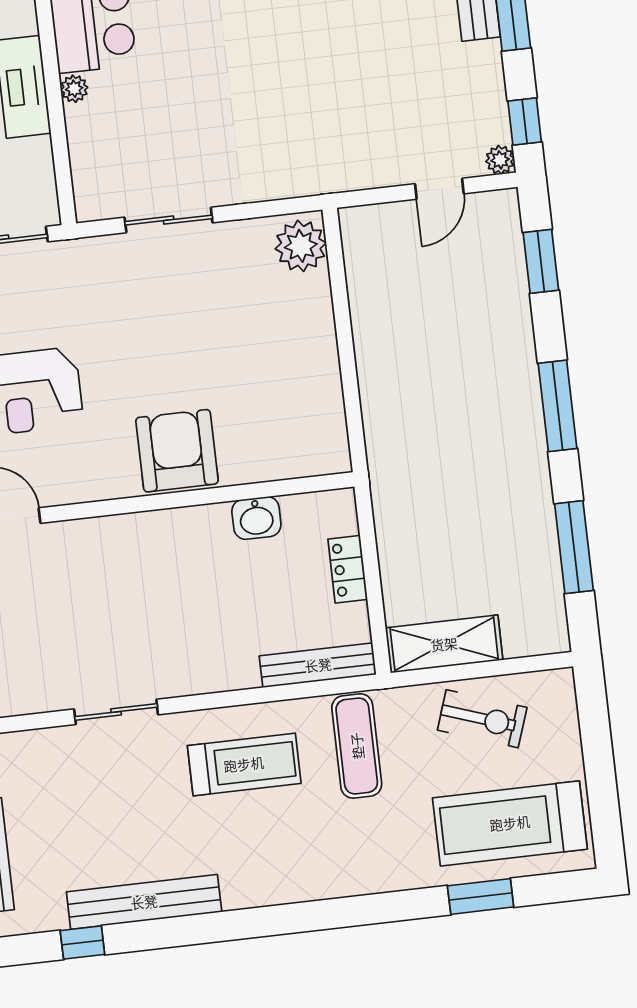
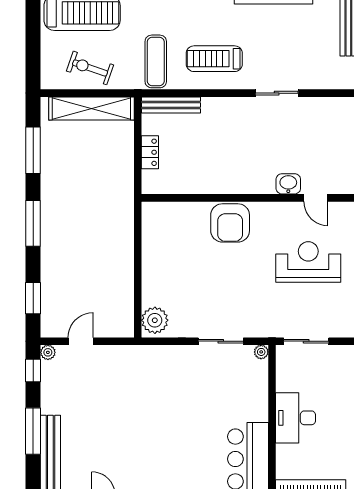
plant: (74, 89) -> (261, 352), moved
washbasin: (256, 518) -> (288, 184), moved
shelving: (444, 644) -> (91, 108), width x1.47

